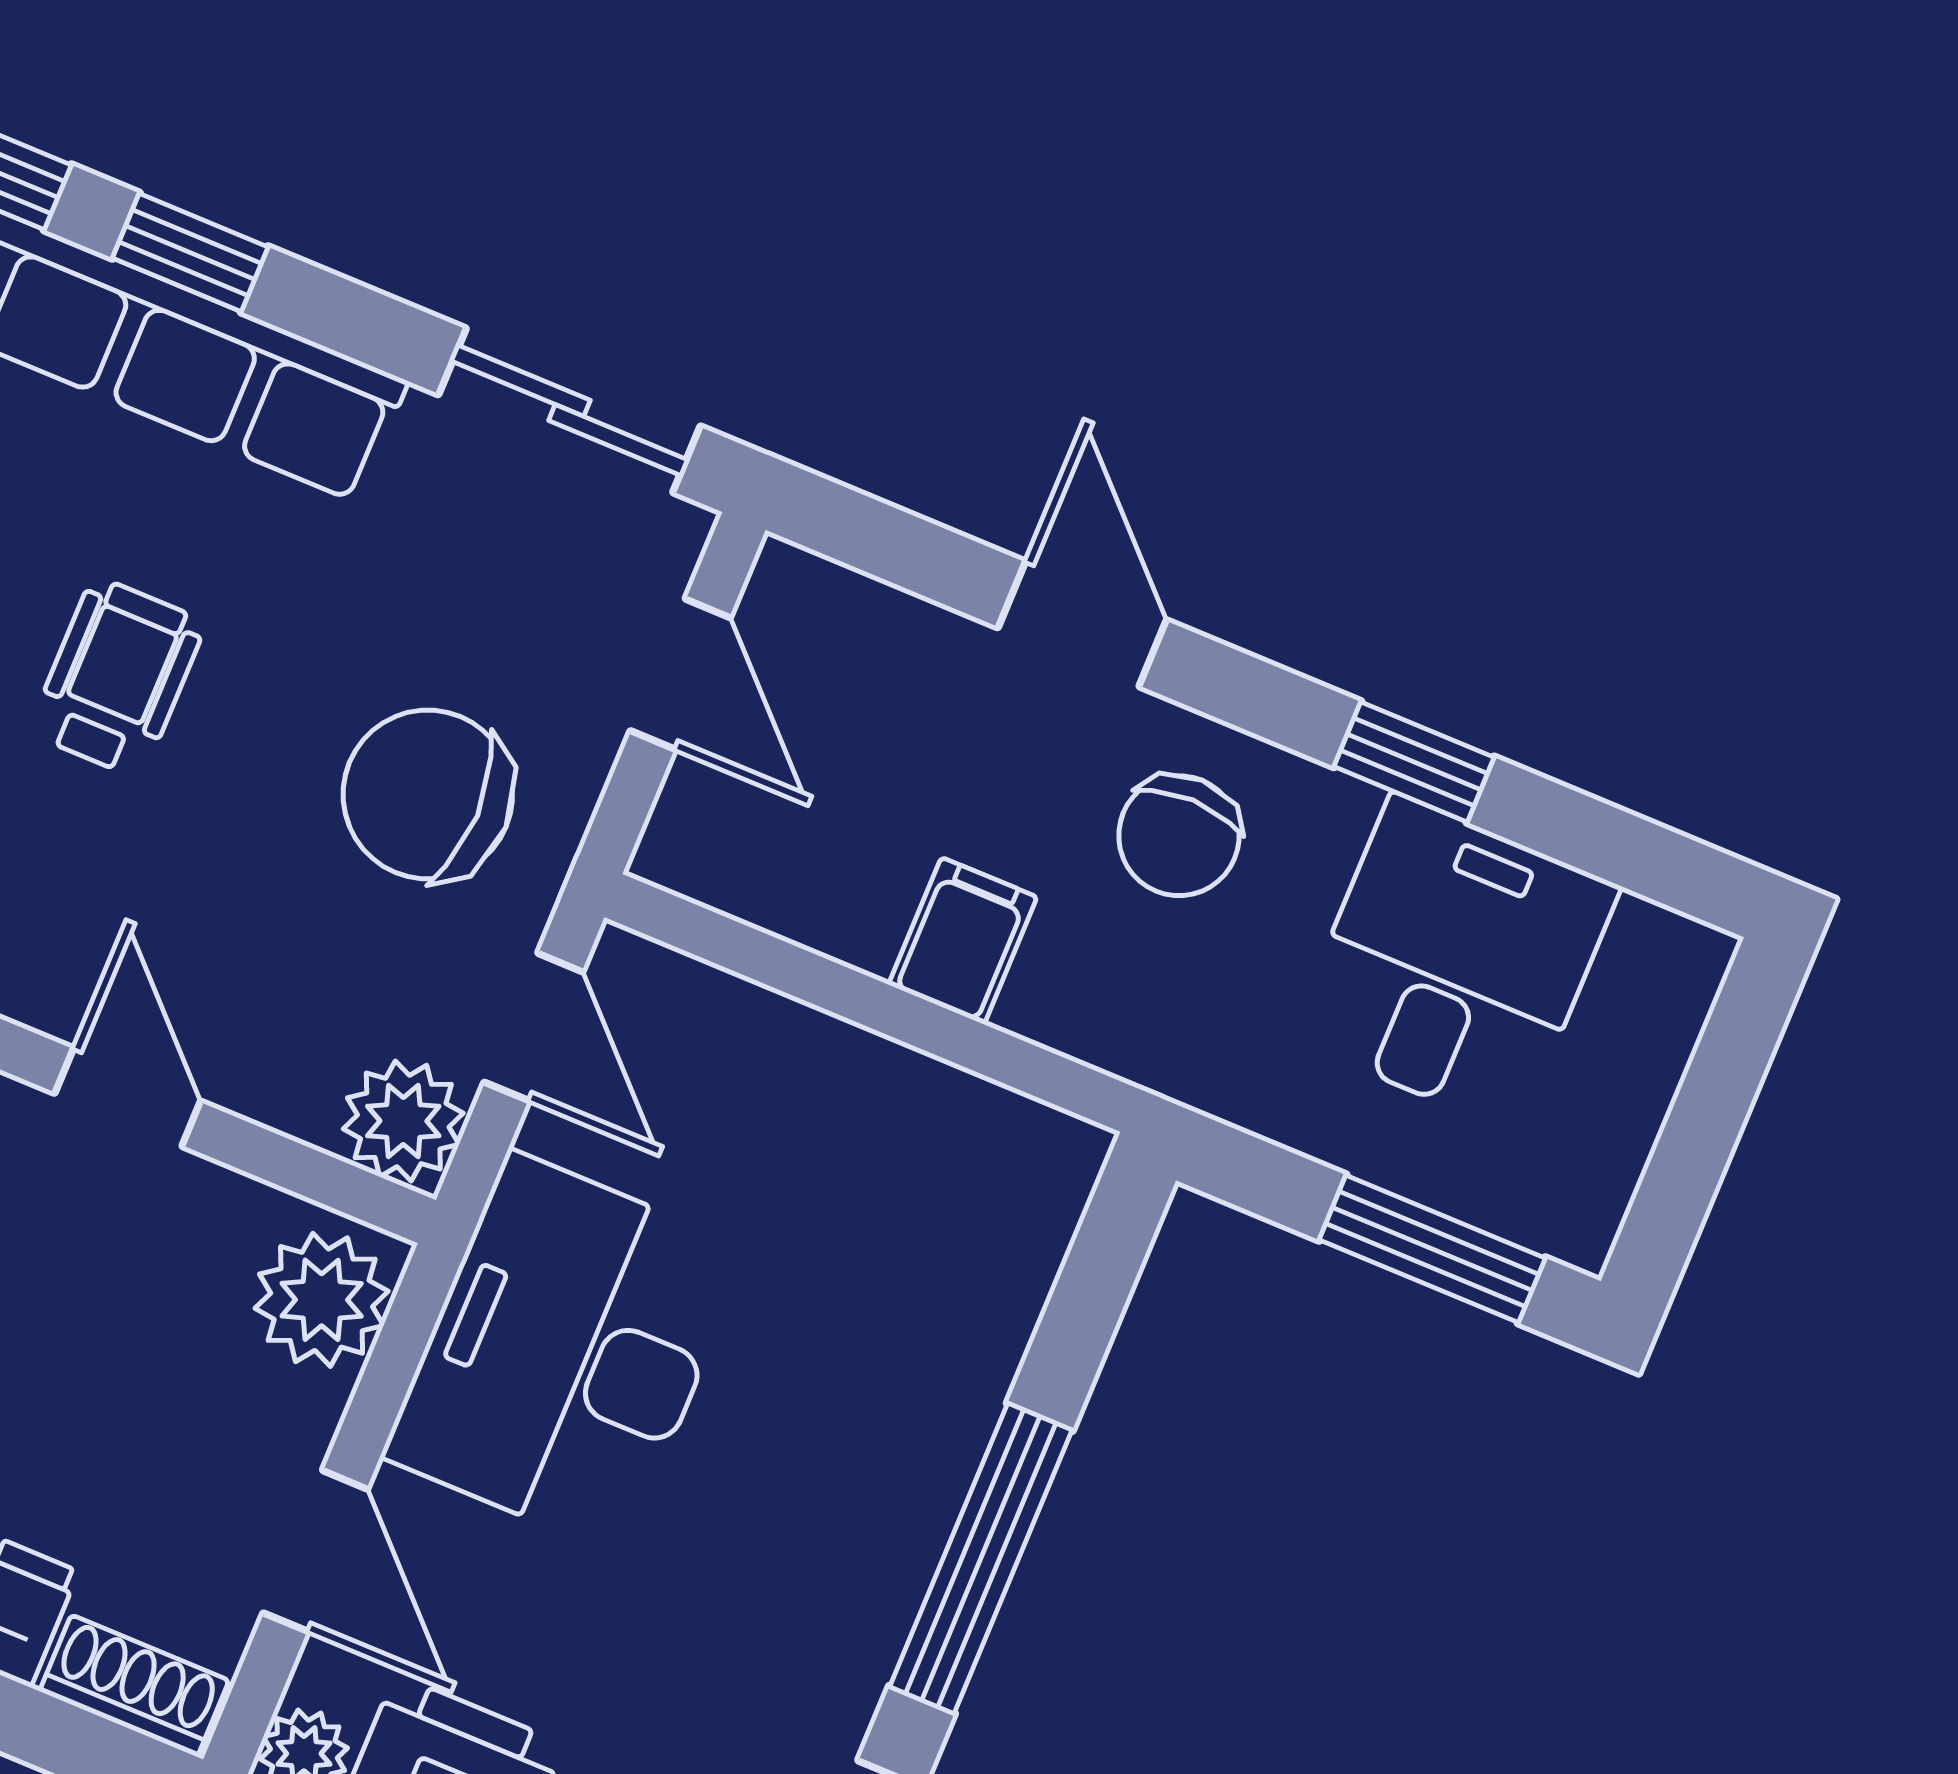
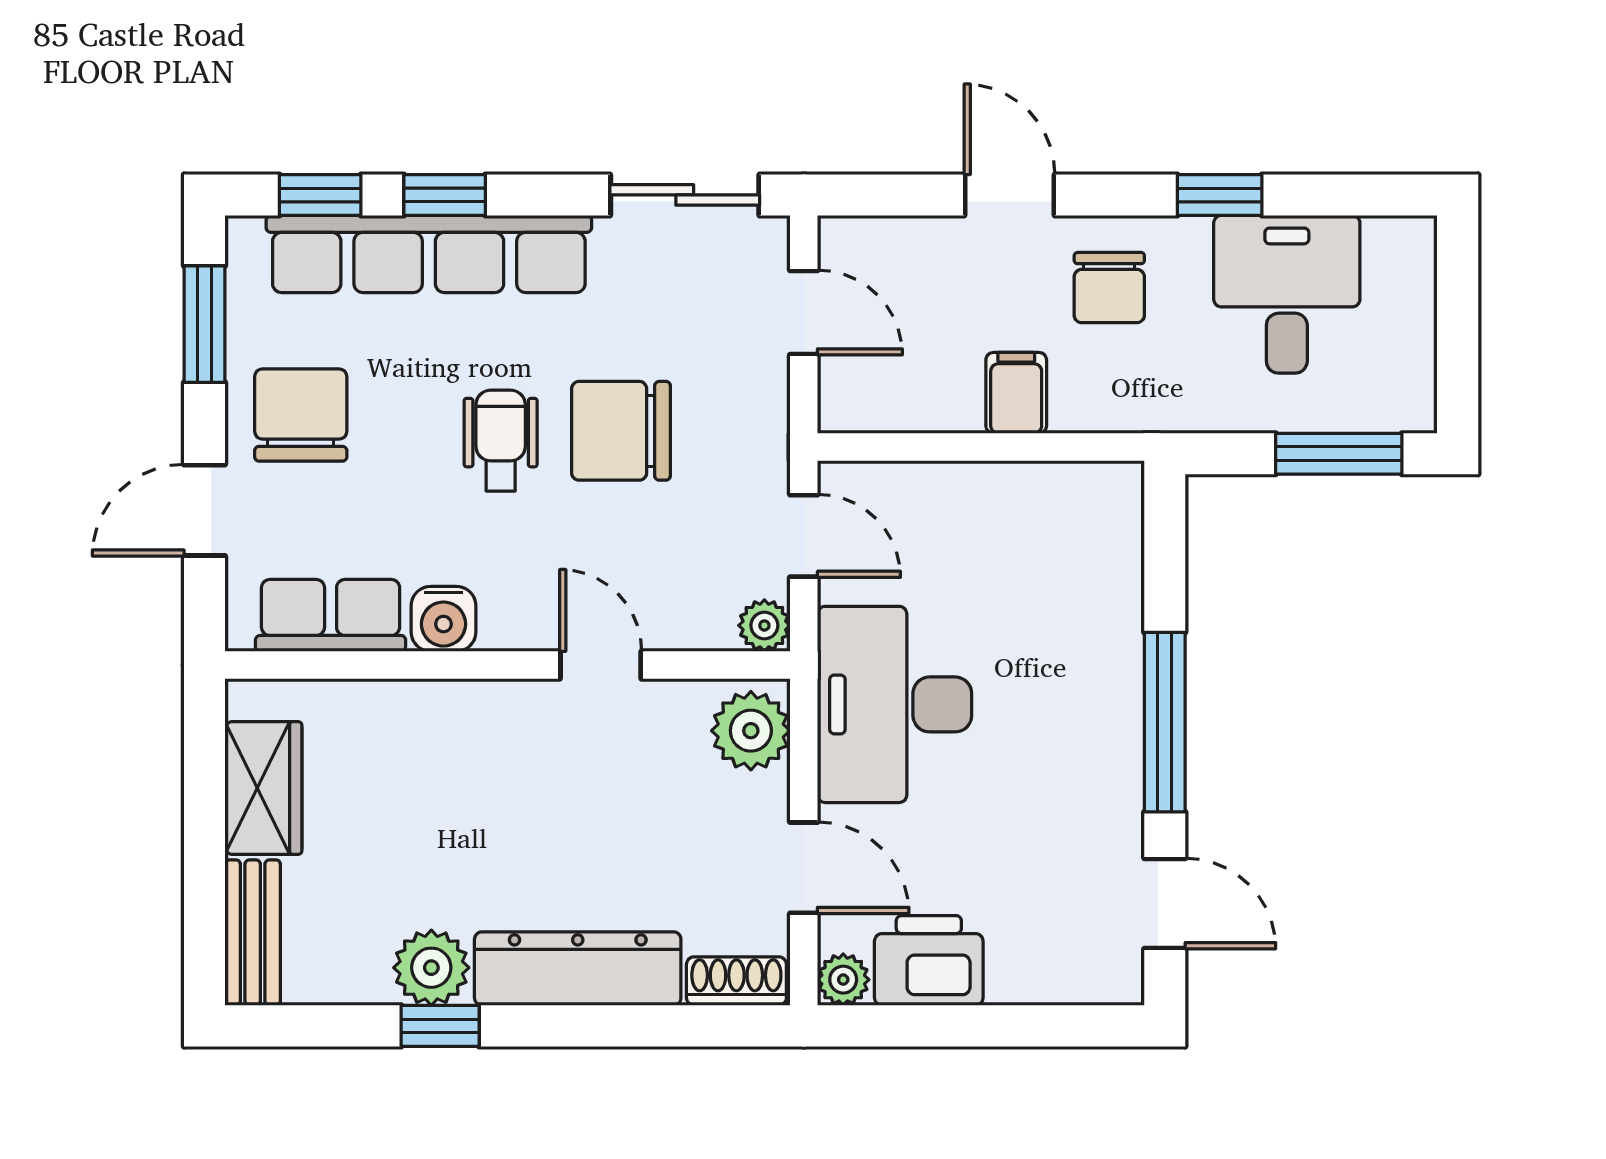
chair: (428, 795) -> (621, 431), moved
plant: (403, 1121) -> (764, 625), width x0.73, depth x0.73

